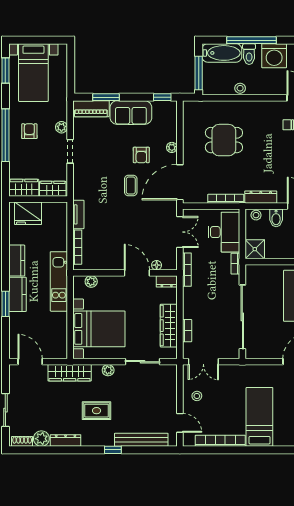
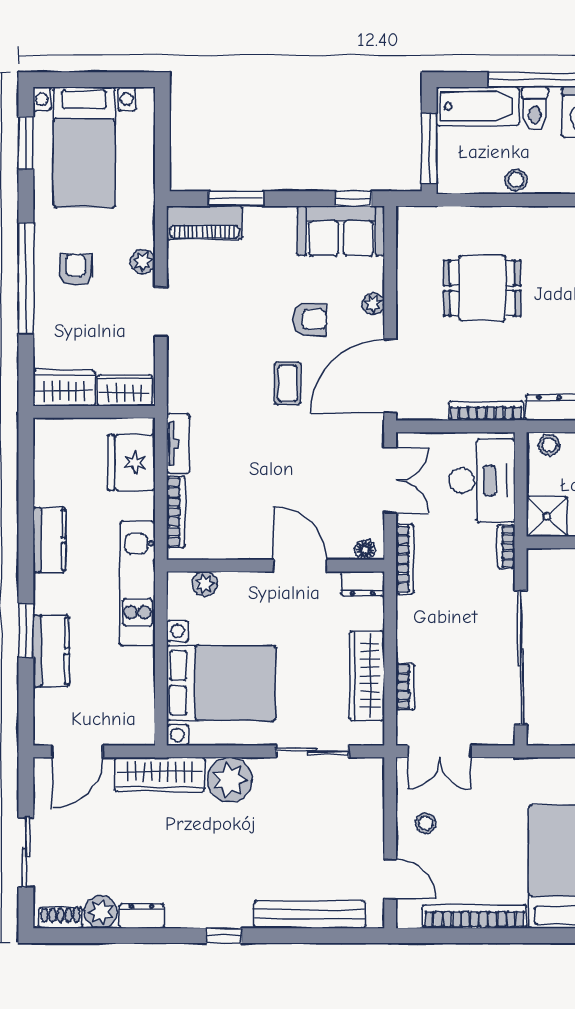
sofa: (131, 113) -> (341, 231), moved
armchair: (141, 155) -> (310, 319), turned -90
fridge: (28, 213) -> (131, 462), moved, turned 90
floor lamp: (157, 265) -> (365, 550), moved
kitchen counter: (18, 294) -> (51, 651), moved
door: (30, 362) -> (77, 751), swing flipped
plant: (108, 370) -> (230, 780), width x1.87, depth x1.87
rug: (97, 411) -> (216, 854), removed
dresser: (66, 440) -> (142, 916), width x0.70
window: (113, 450) -> (224, 936), moved

